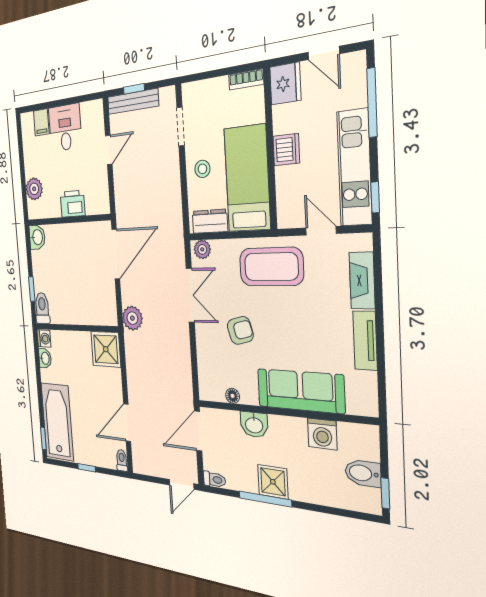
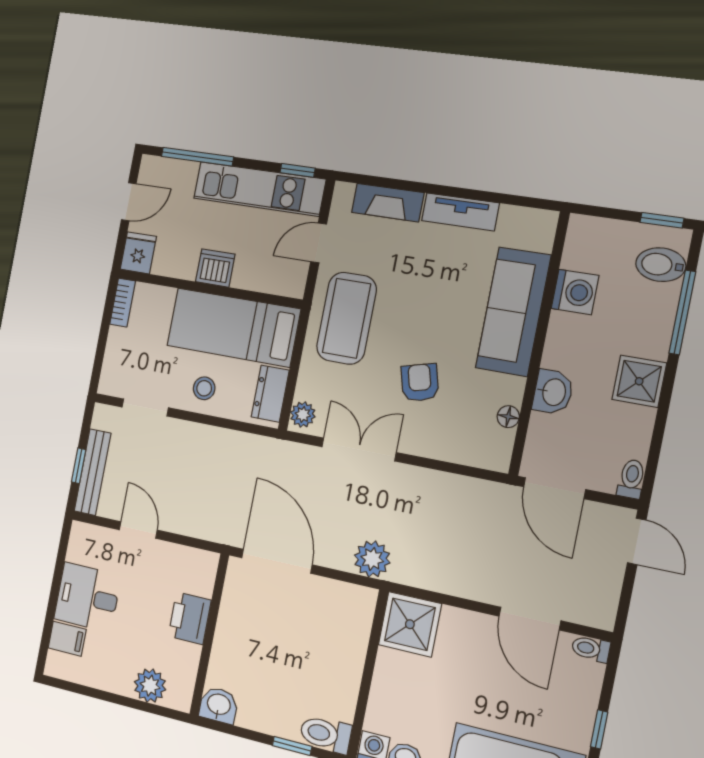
fridge: (285, 84) -> (138, 253), width x0.72
bidet: (363, 473) -> (661, 265), moved, turned 90
window: (265, 499) -> (682, 312), moved

